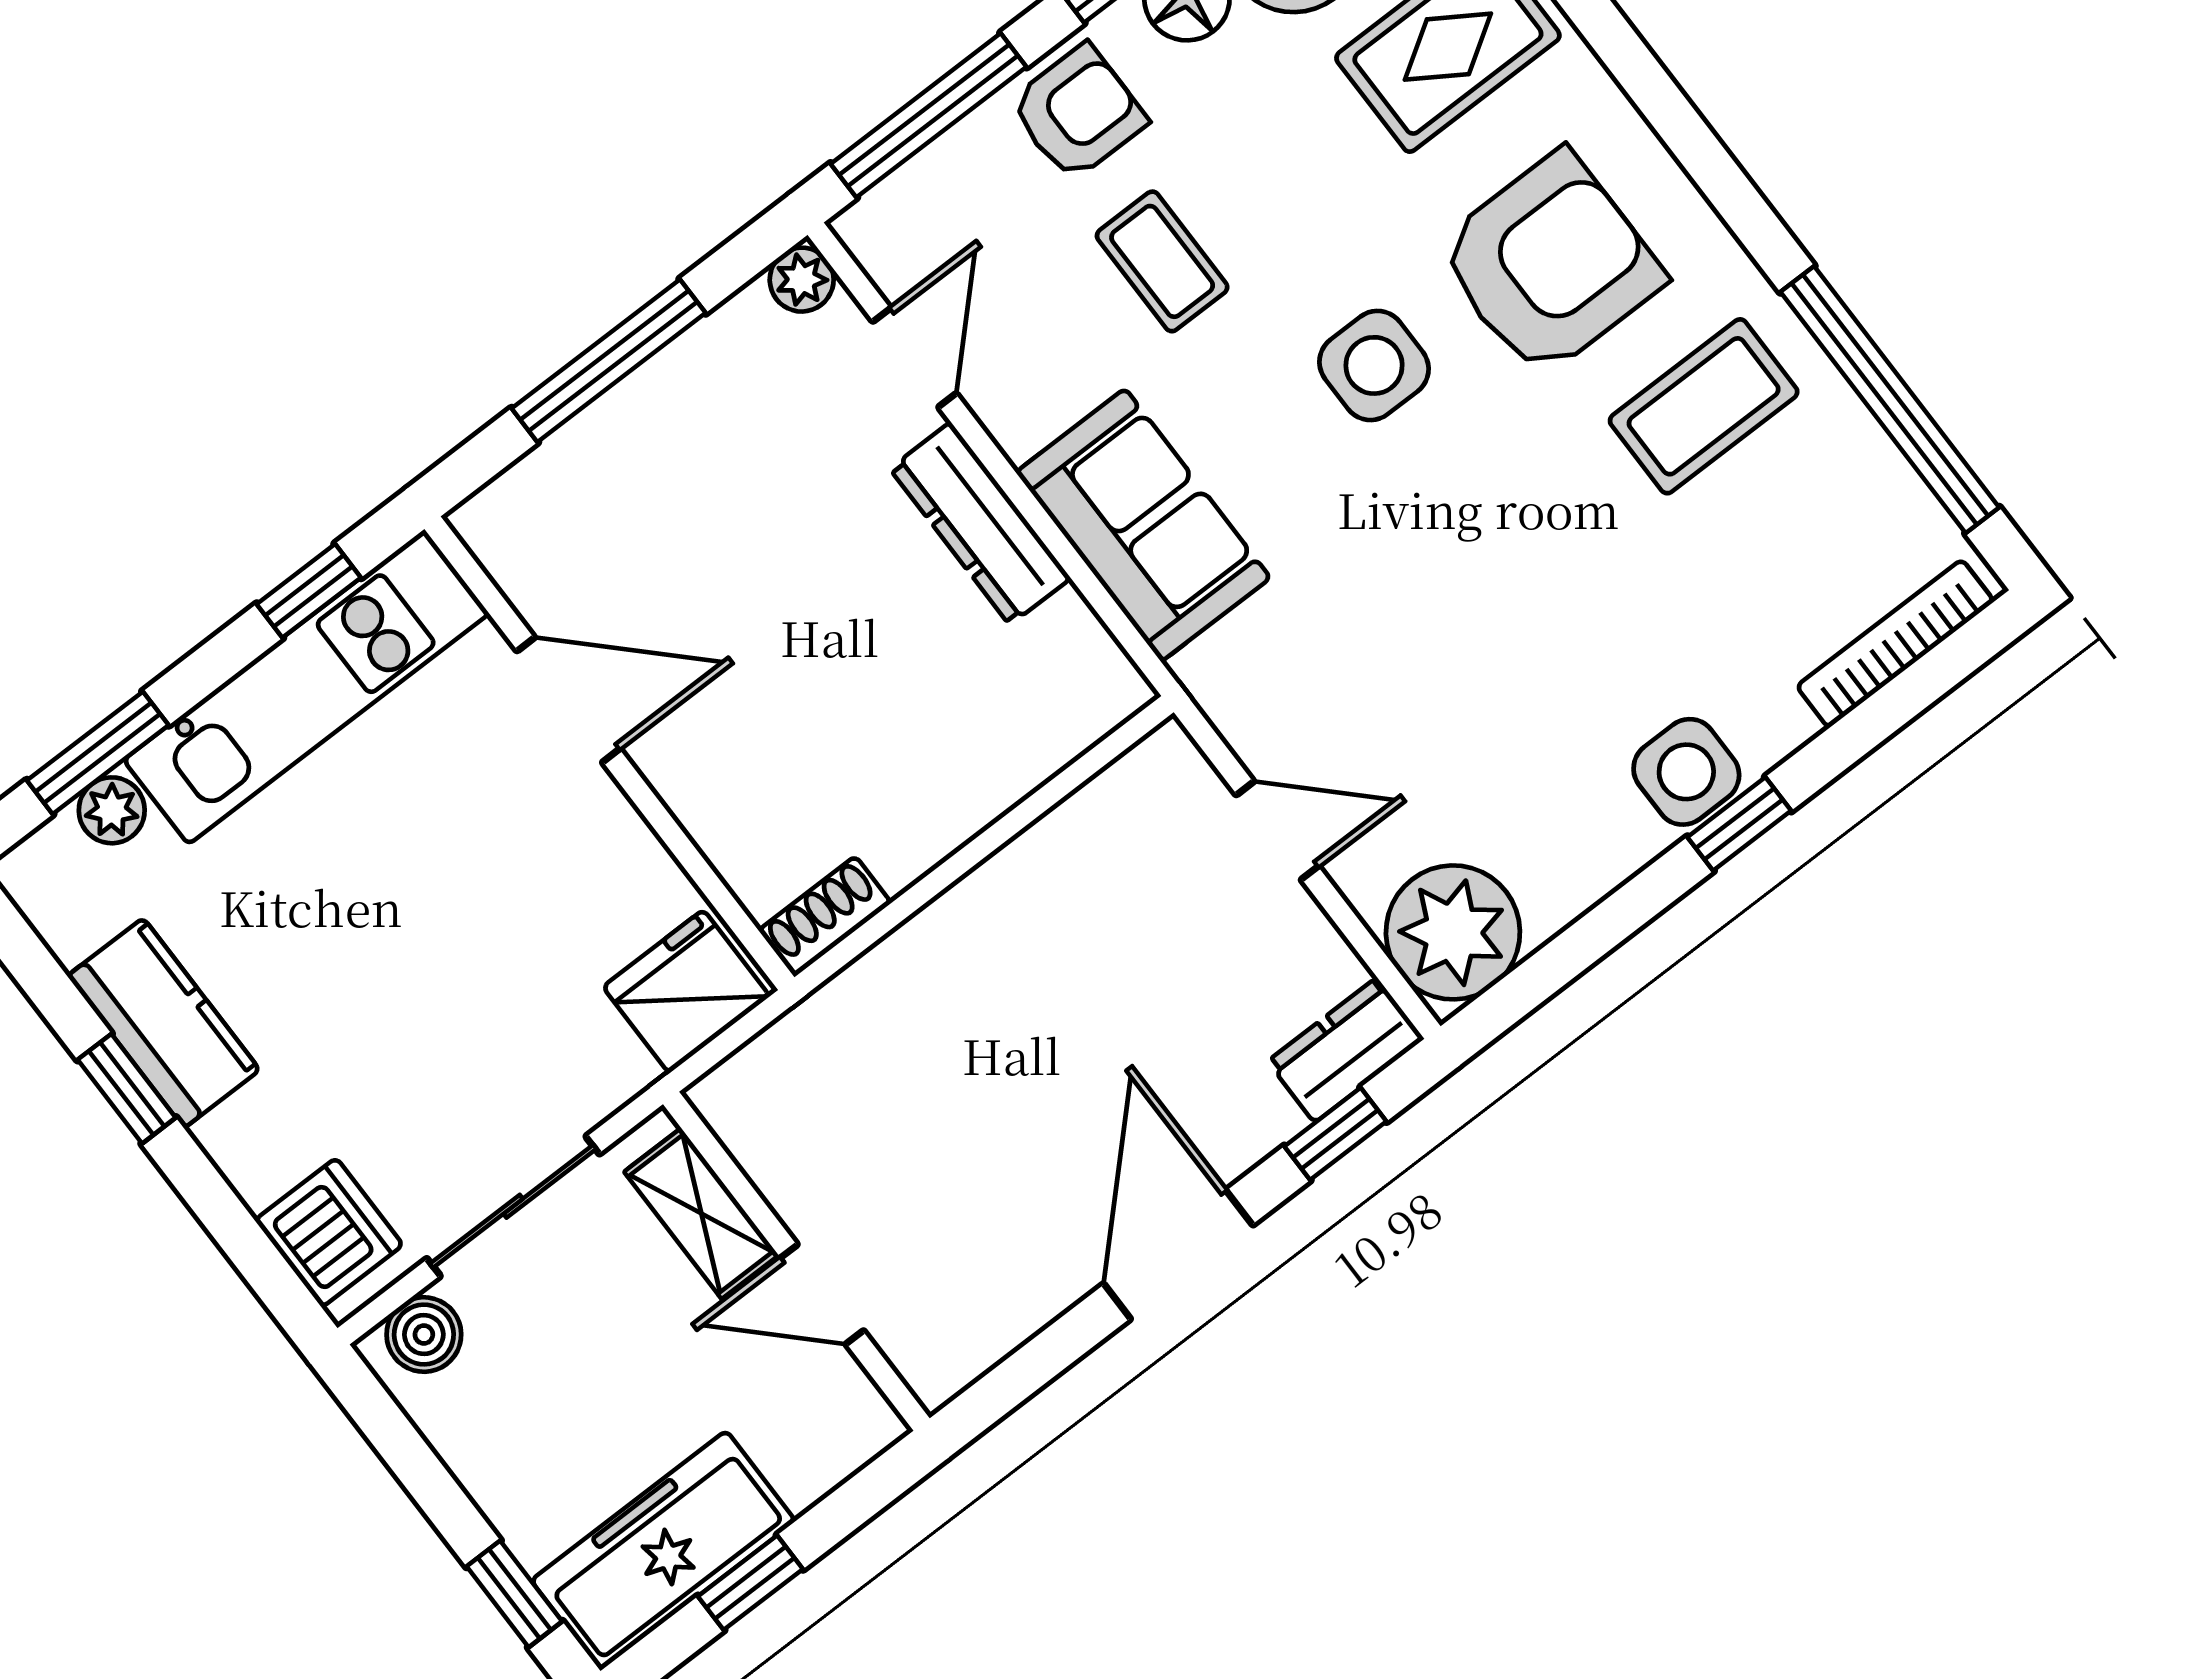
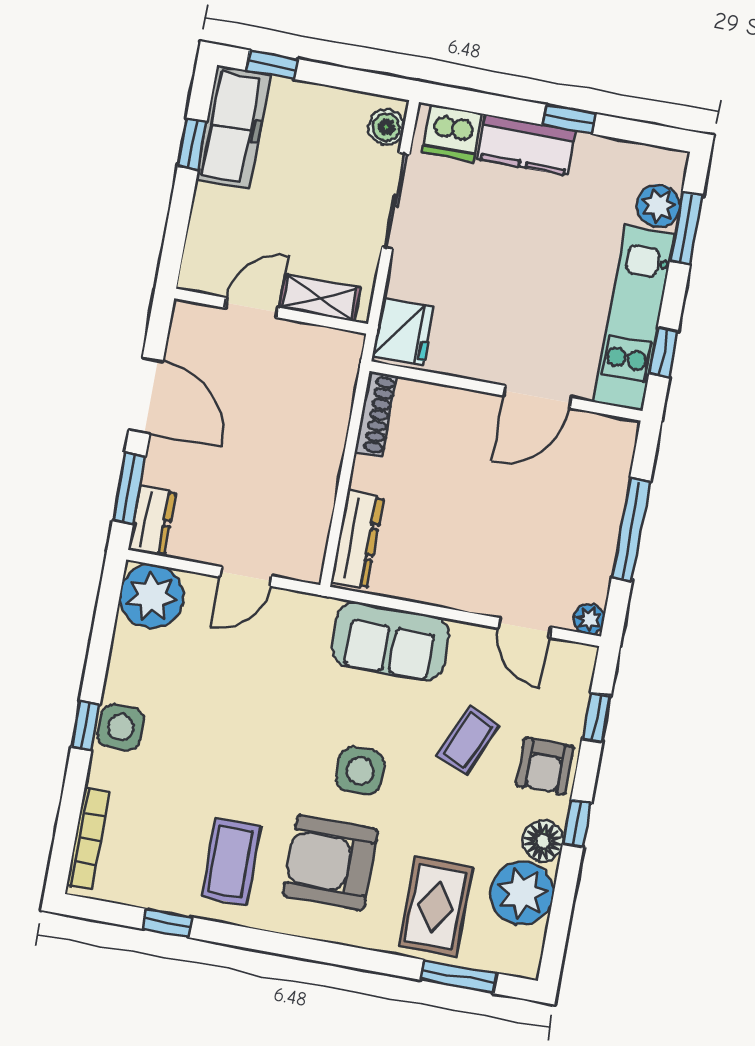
window: (929, 115) -> (597, 717), width x0.46
coffee table: (1162, 261) -> (468, 740), turned -67
armchair: (1550, 264) -> (330, 863), turned 90
window: (1890, 400) -> (167, 923), width x0.32
dresser: (980, 523) -> (357, 540), moved, turned 90
plant: (112, 810) -> (658, 206), width x1.38, depth x1.38
shoe rack: (825, 917) -> (376, 414), width x1.43
kitchen counter: (164, 1023) -> (526, 145), moved
window: (1335, 1134) -> (129, 488), width x1.50
shelving: (701, 1213) -> (320, 298), moved
wall: (796, 1261) -> (271, 311), moved
door: (822, 1294) -> (252, 308), moved

